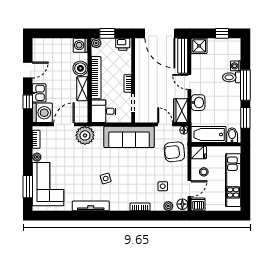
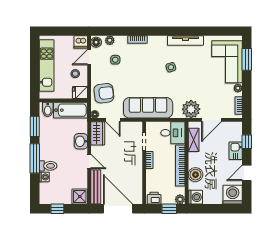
shelving: (82, 89) -> (194, 140), moved
washing machine: (42, 113) -> (233, 195), moved, turned 90

